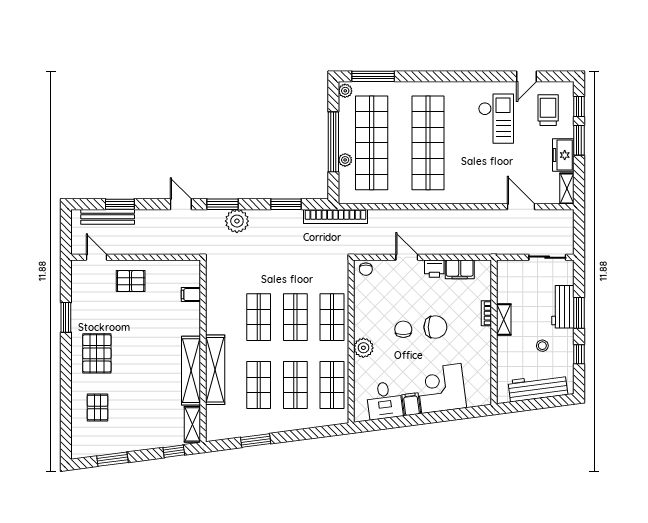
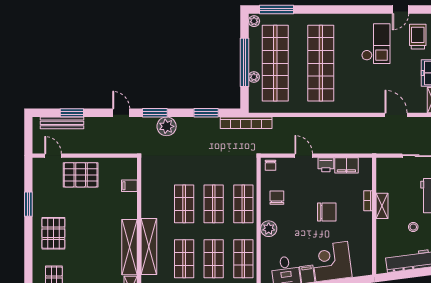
pallet: (131, 281) -> (81, 175), width x1.50, depth x1.42
chair: (403, 329) -> (277, 198), moved

